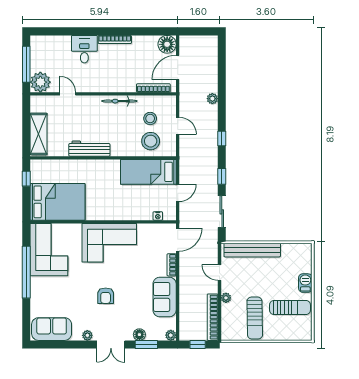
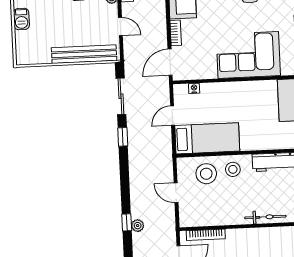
bicycle: (119, 101) -> (265, 217), moved
stool: (150, 118) -> (233, 169), moved
window: (222, 139) -> (127, 222), moved

